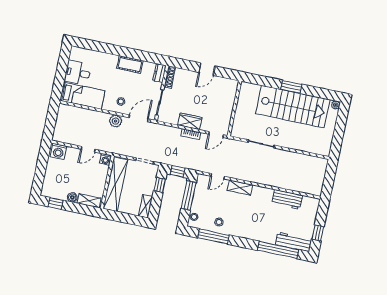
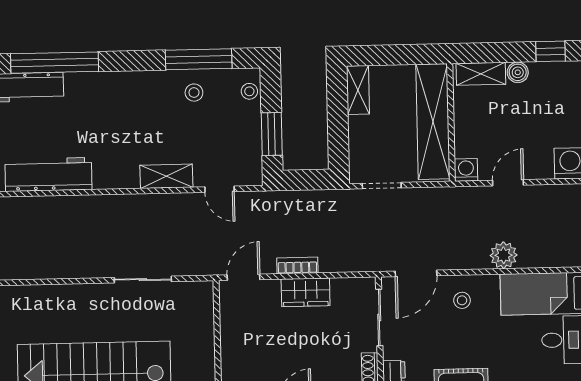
plant: (116, 121) -> (504, 255), moved
window: (178, 171) -> (307, 180), removed
door: (218, 176) -> (219, 189), swing flipped
window: (160, 185) -> (338, 142), removed
window: (189, 195) -> (272, 134), width x0.69
workbench: (287, 200) -> (48, 174), width x1.38

